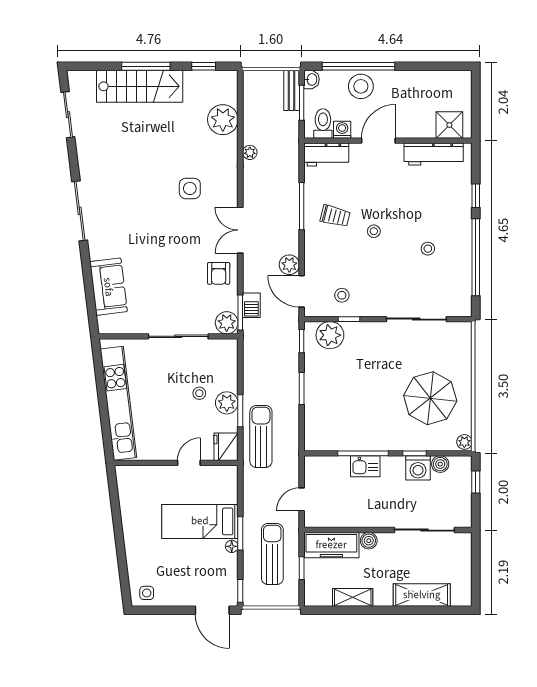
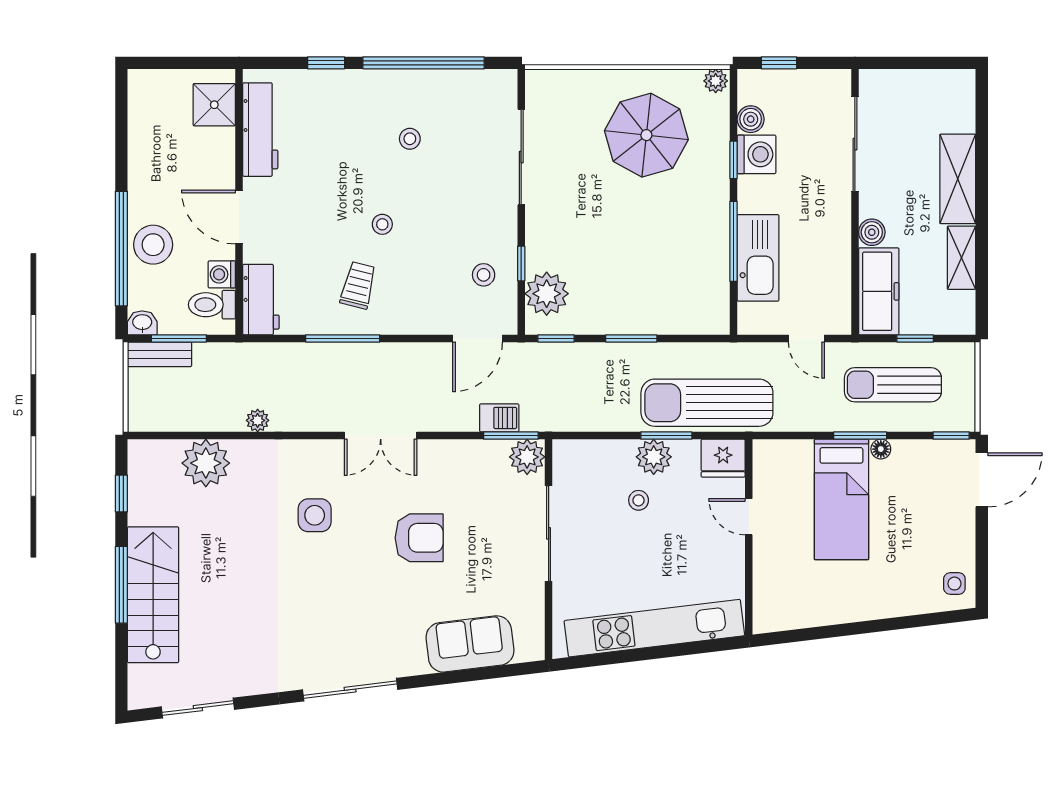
plant: (289, 265) -> (435, 358), removed
armchair: (219, 273) -> (419, 538), moved, width x1.38, depth x1.38
sun lounger: (261, 436) -> (707, 403), width x1.36, depth x1.34
kitchen sink: (365, 466) -> (758, 258), width x1.87, depth x1.24
shelving: (422, 595) -> (958, 179), moved

